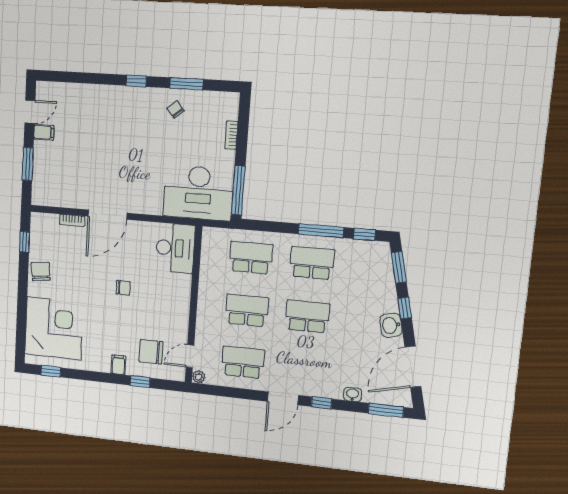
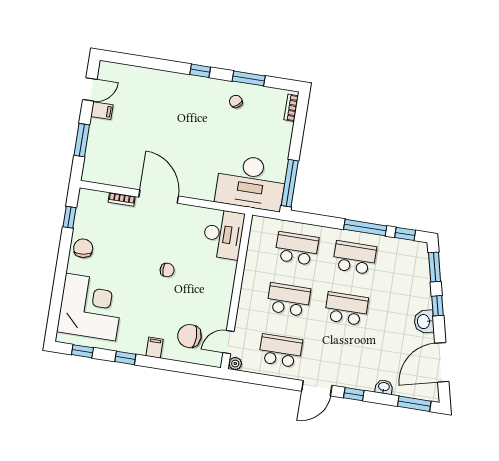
bookcase: (231, 135) -> (291, 108), moved
door: (108, 215) -> (159, 197), swing flipped
window: (140, 382) -> (125, 358), moved

